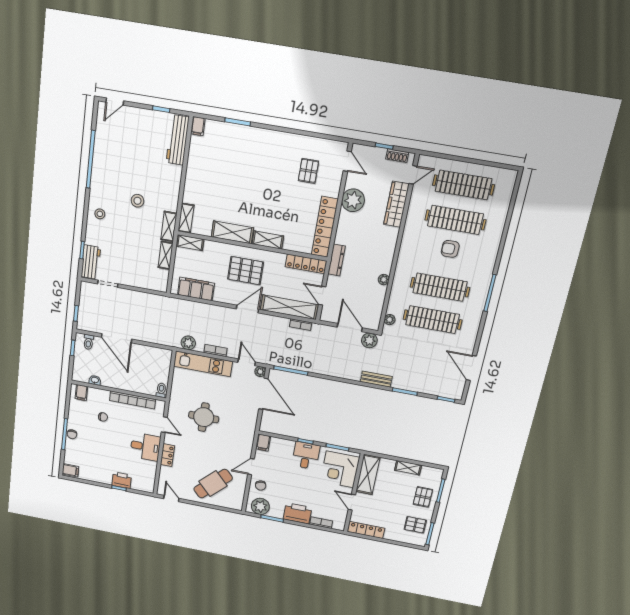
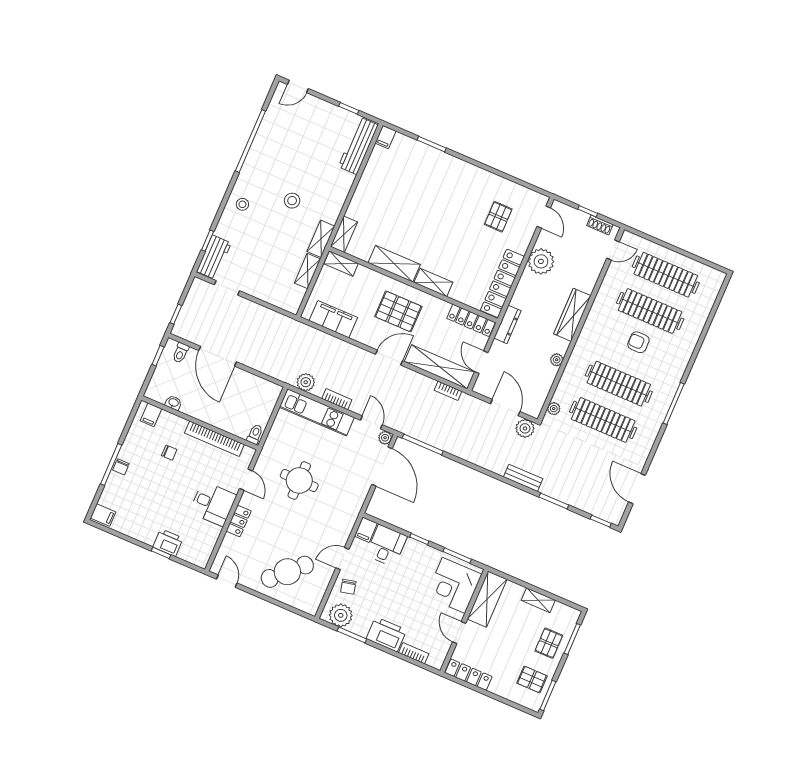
wardrobe: (396, 204) -> (572, 315), moved
desk: (306, 456) -> (386, 546), moved

